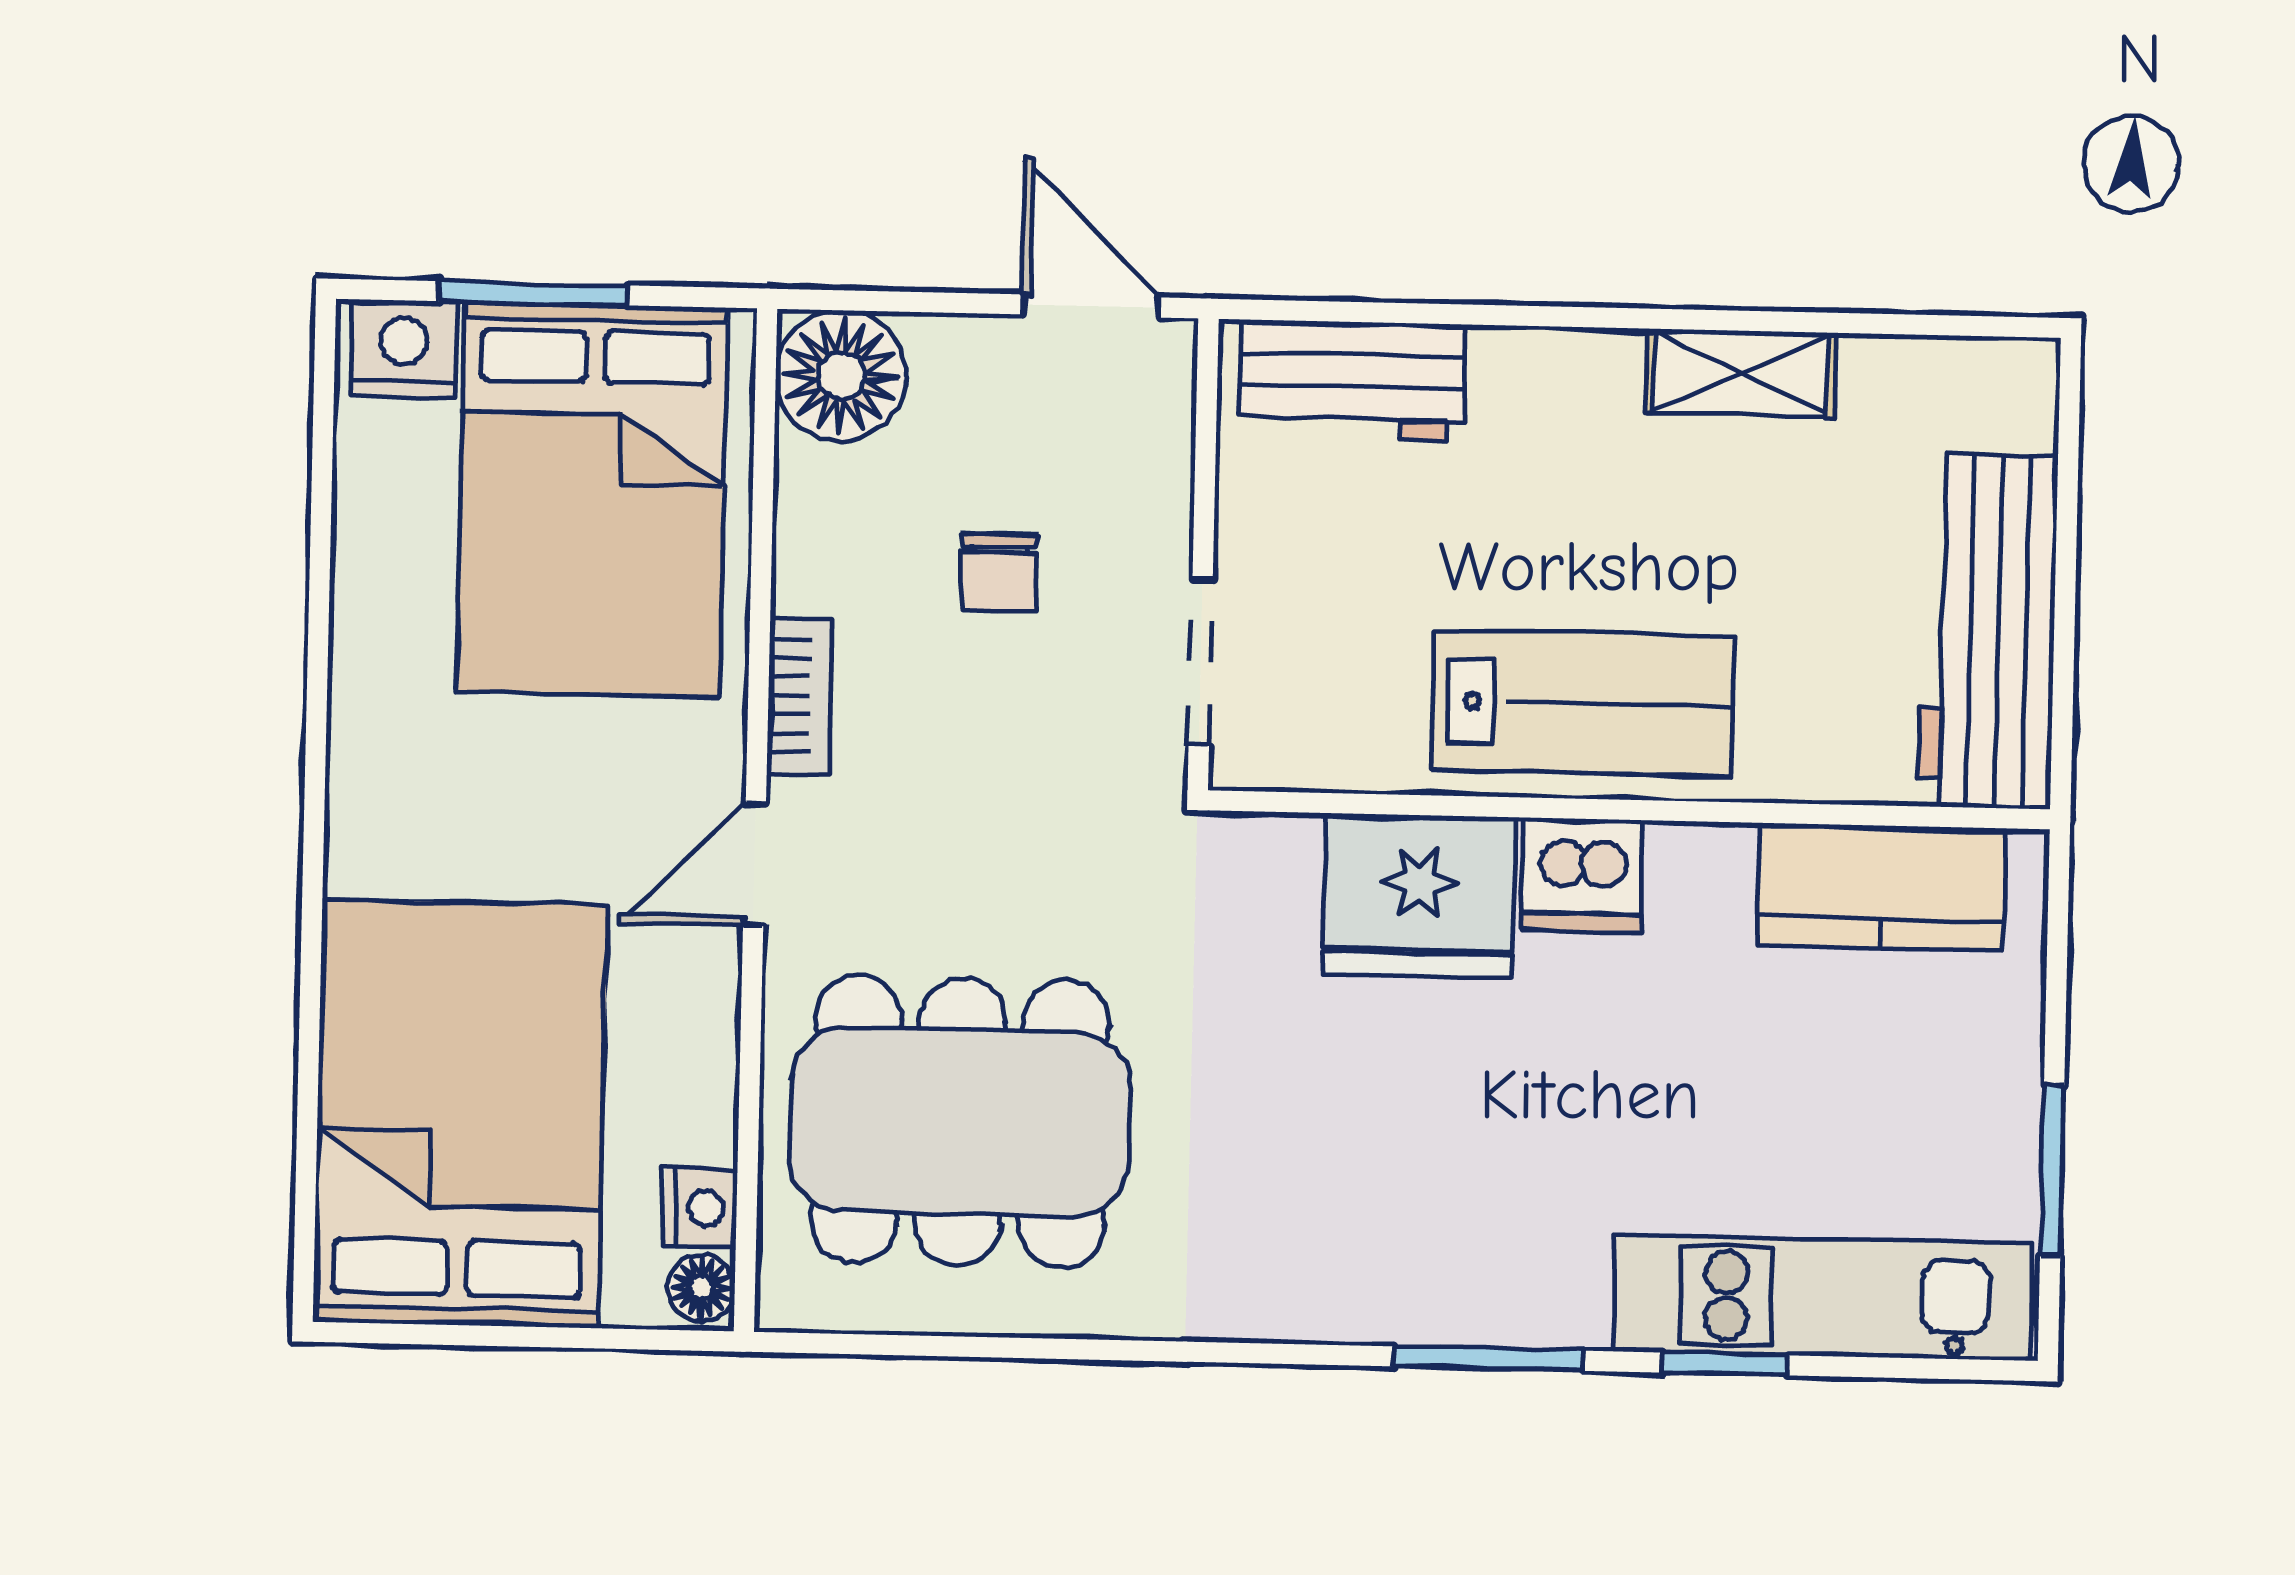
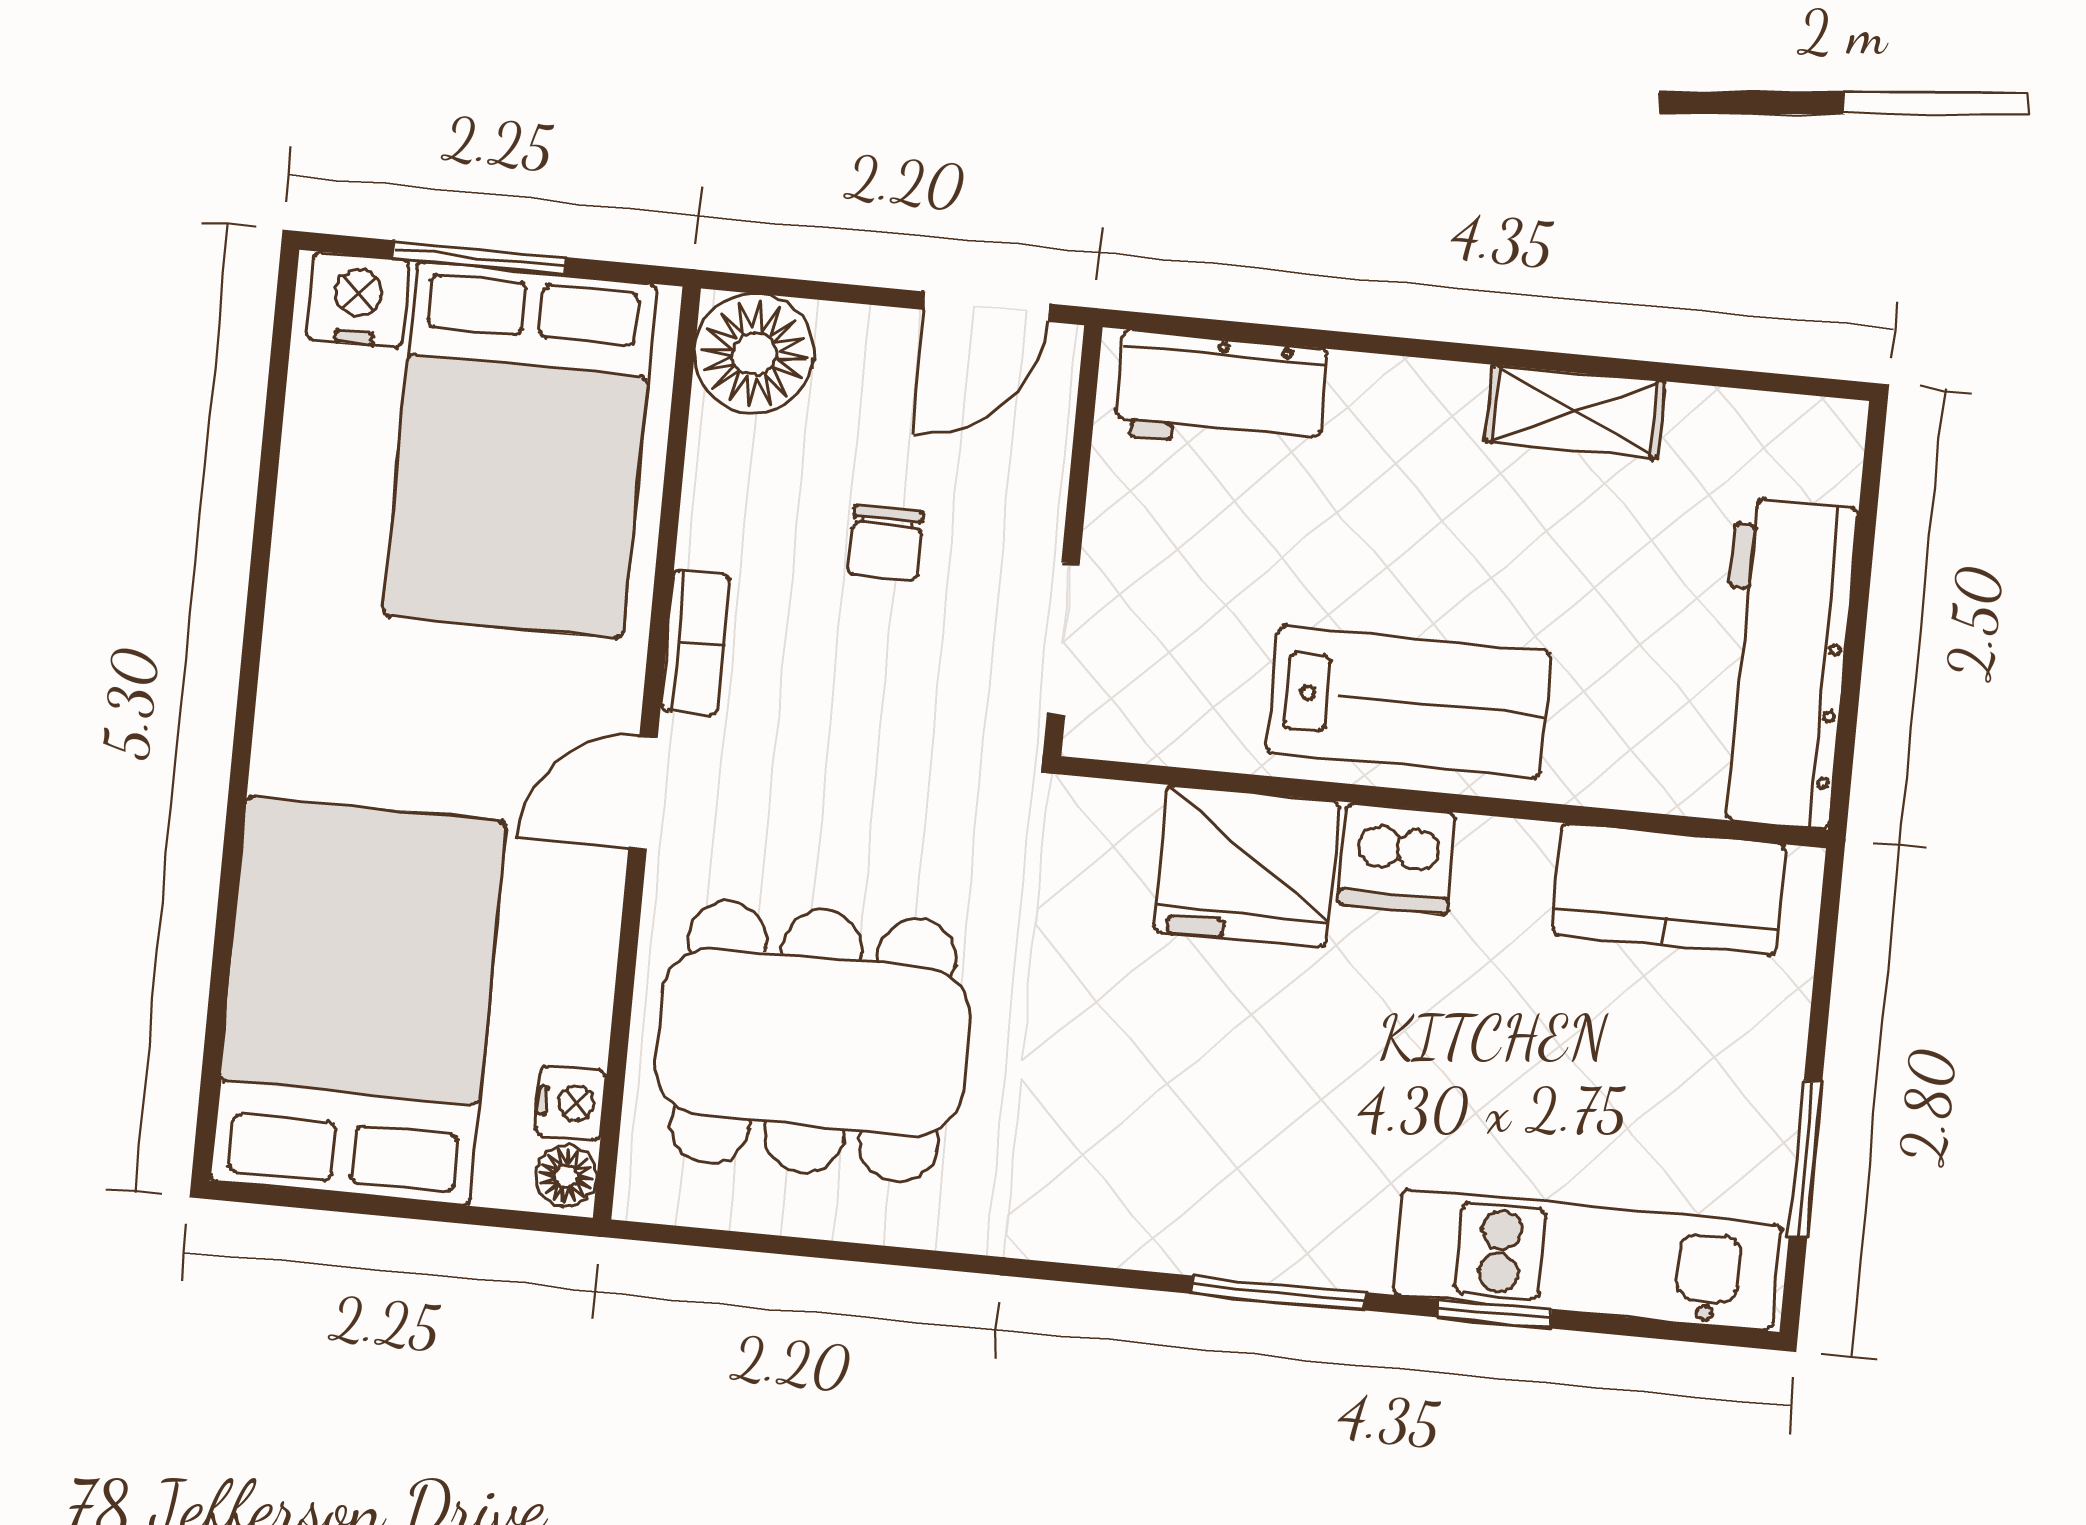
door: (1090, 306) -> (987, 307), swing flipped

